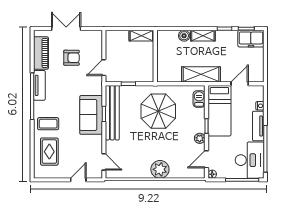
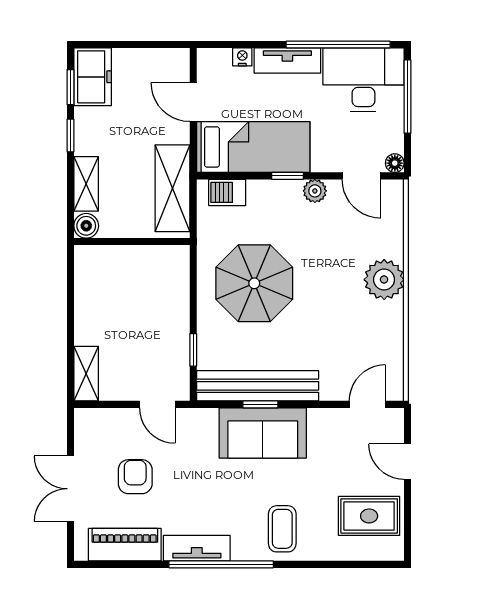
shelving: (141, 36) -> (86, 374), moved
wall: (155, 56) -> (132, 242), moved
rug: (49, 152) -> (369, 516), moved

